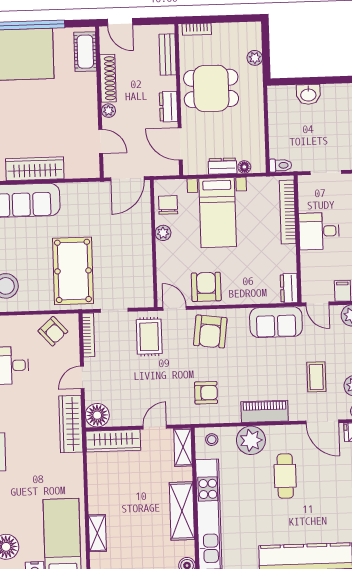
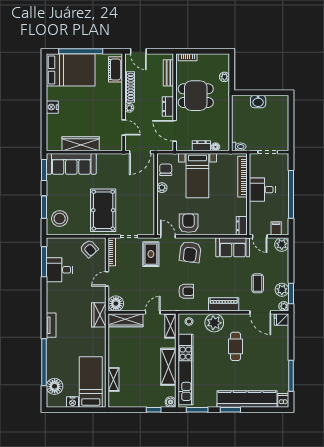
wardrobe: (71, 424) -> (99, 315), width x0.67

